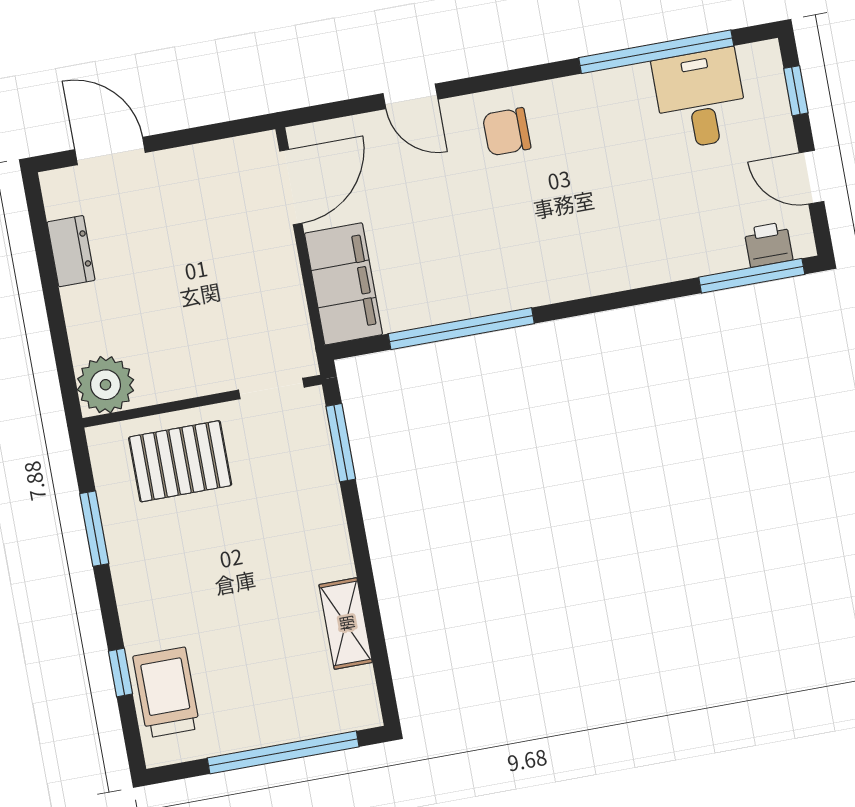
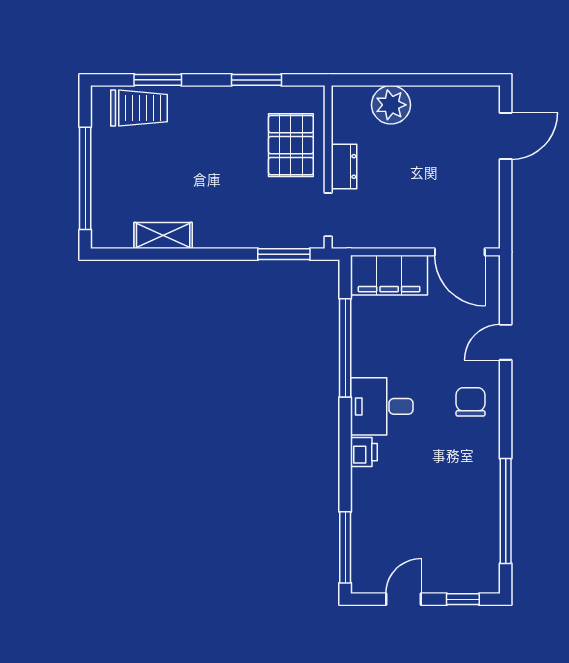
desk: (700, 99) -> (382, 406), moved, turned 180
printer: (768, 245) -> (364, 452), moved
dresser: (71, 251) -> (344, 166), moved, turned -90
plant: (106, 385) -> (391, 105), moved
window: (120, 673) -> (158, 80), width x1.50

